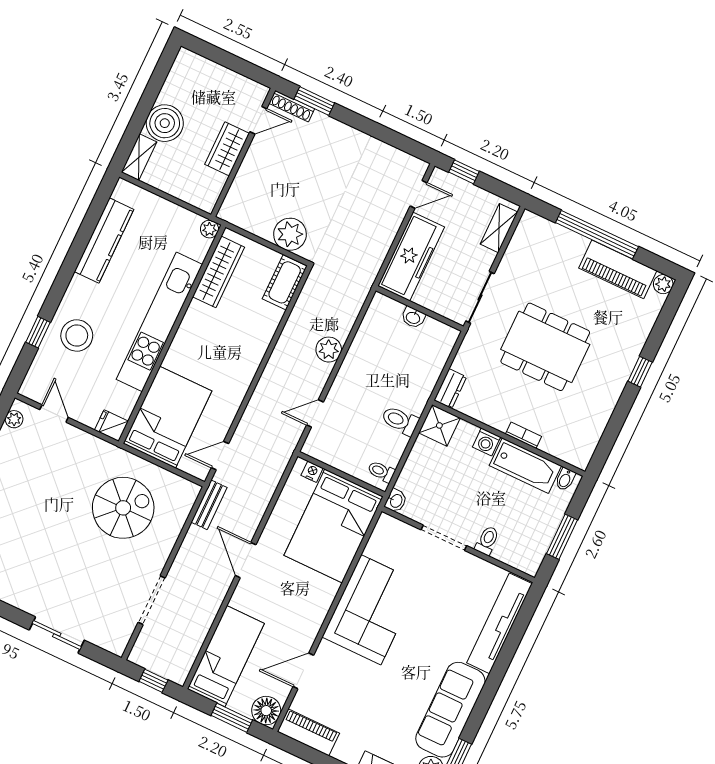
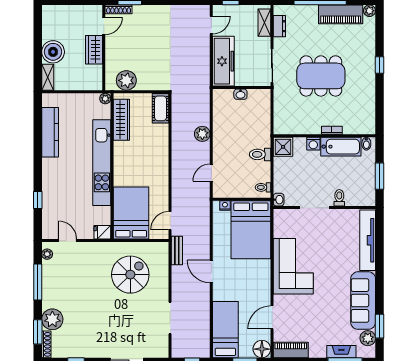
plant: (290, 234) -> (126, 80), moved
stool: (77, 336) -> (60, 192), removed
dresser: (450, 389) -> (279, 26), moved

